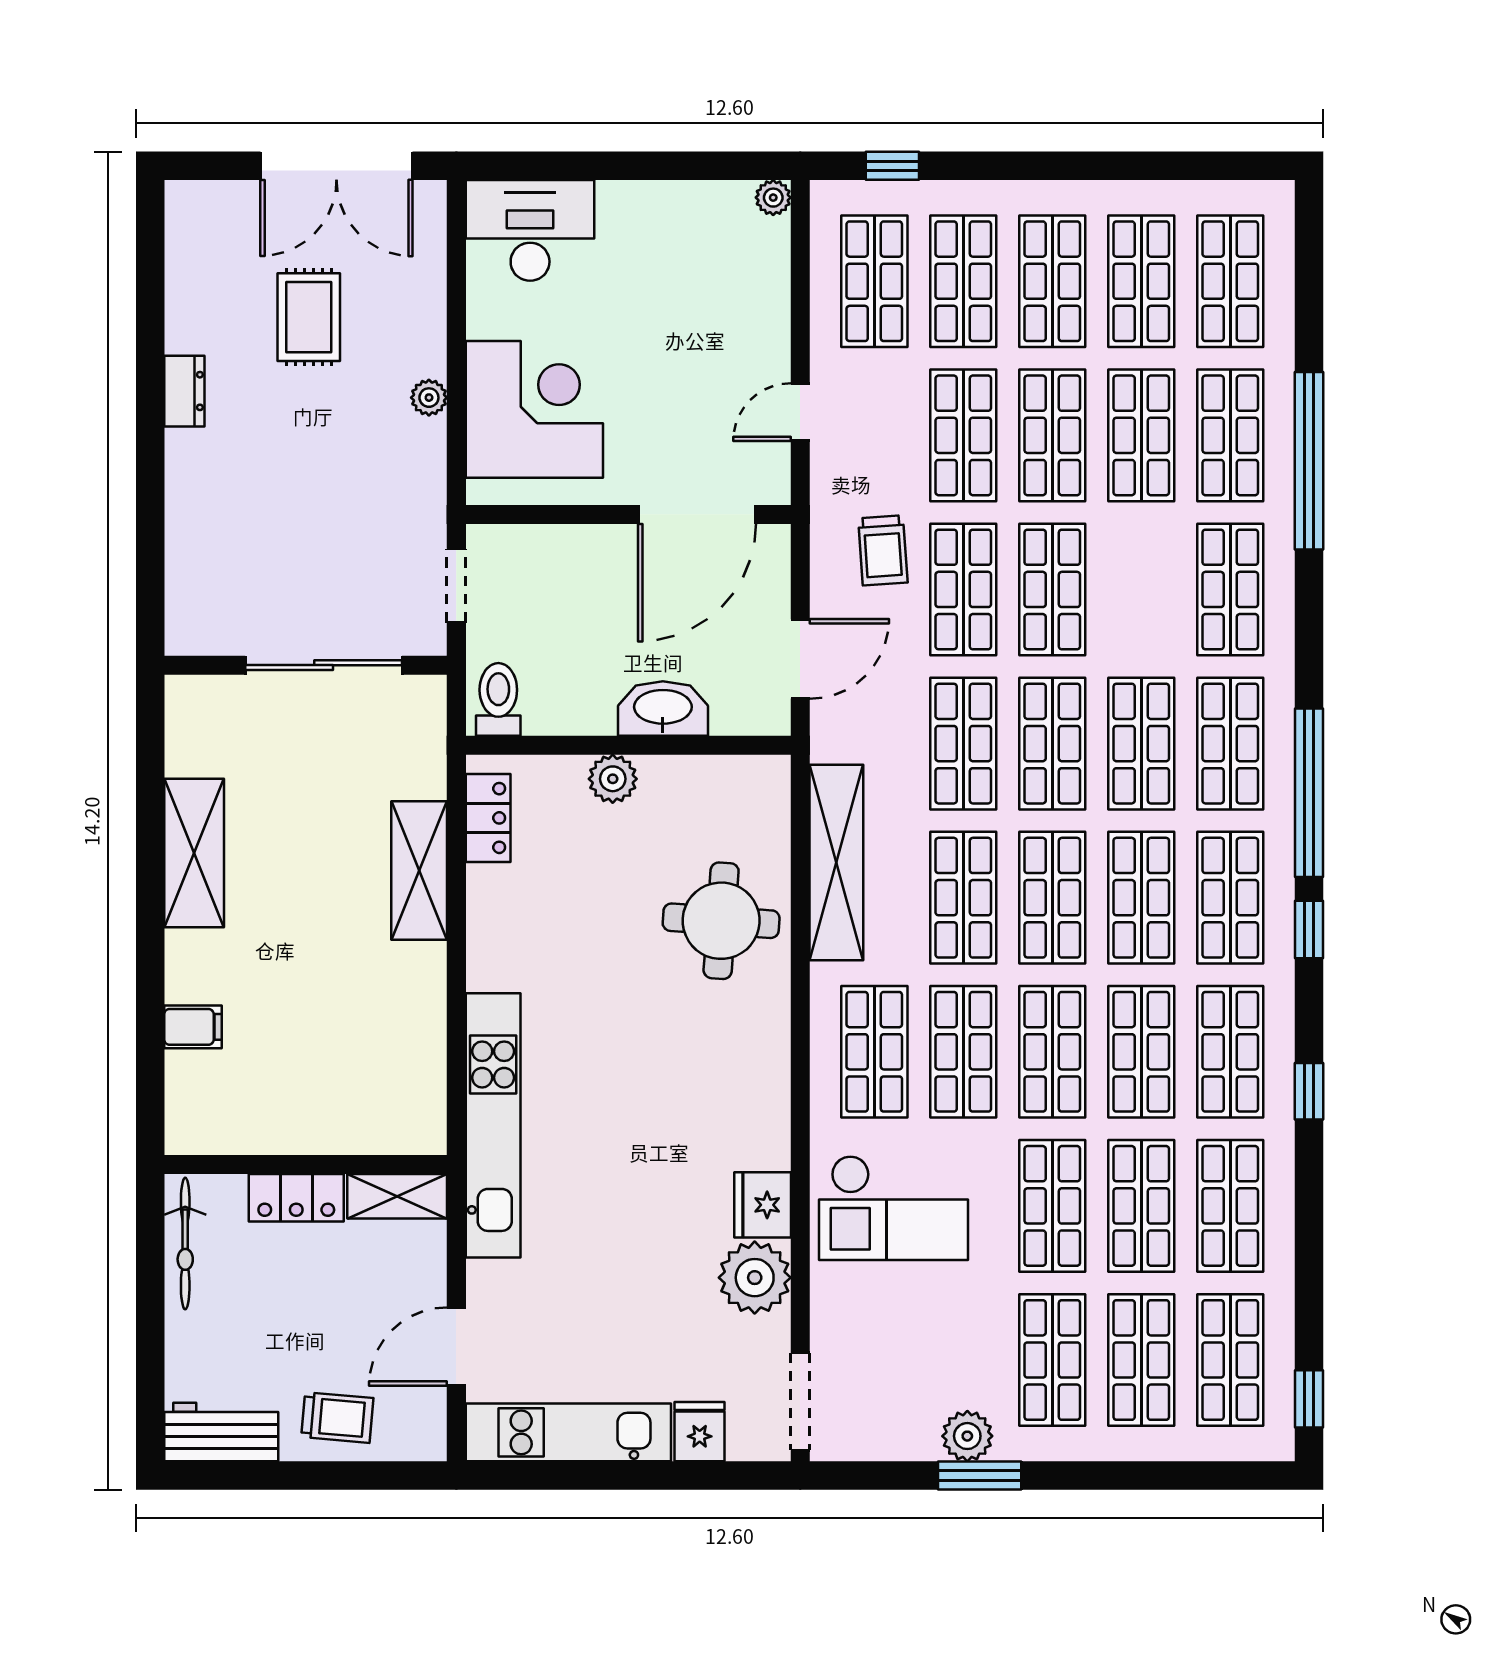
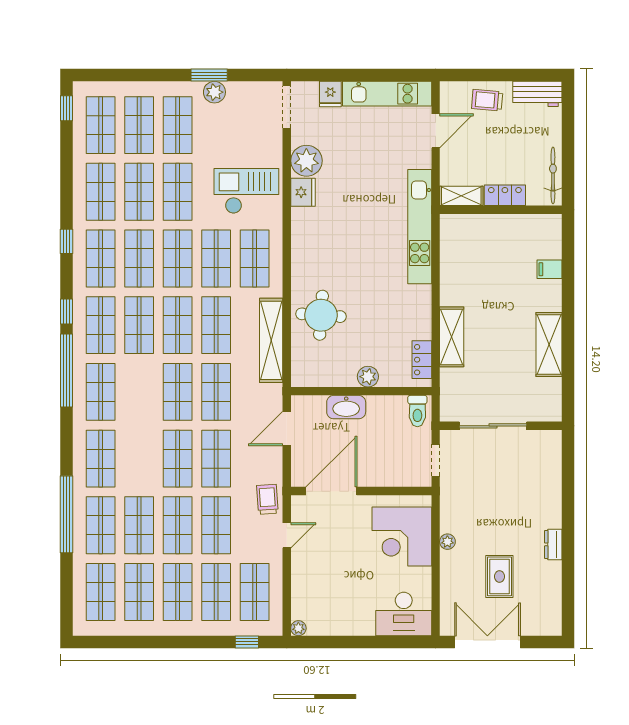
trolley: (883, 550) -> (267, 499), moved
shop shelf: (1141, 744) -> (139, 392), removed

